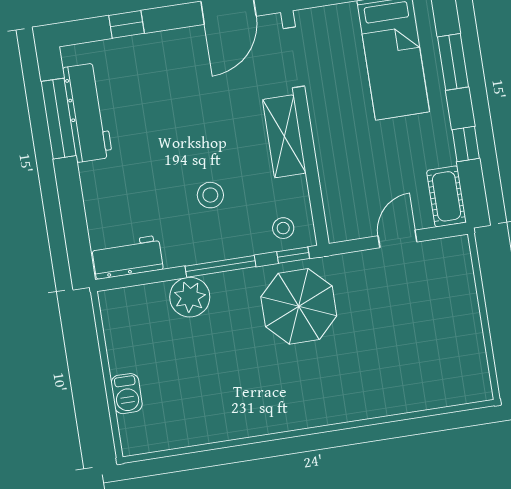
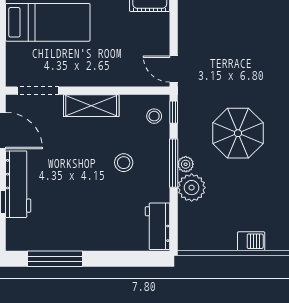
workbench: (87, 113) -> (18, 184), moved, turned 90
door: (398, 239) -> (174, 69), moved
plant: (222, 283) -> (186, 164), added
parasol: (299, 306) -> (238, 133), moved

